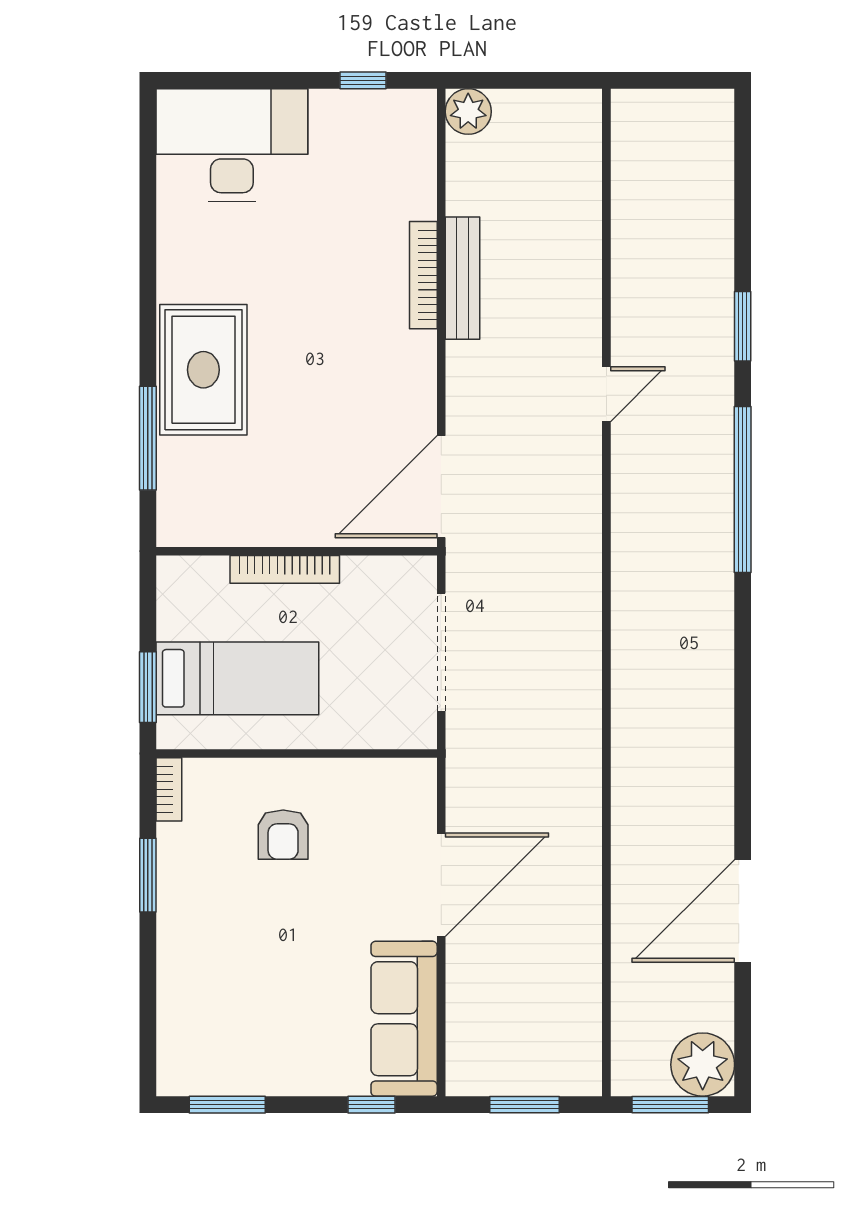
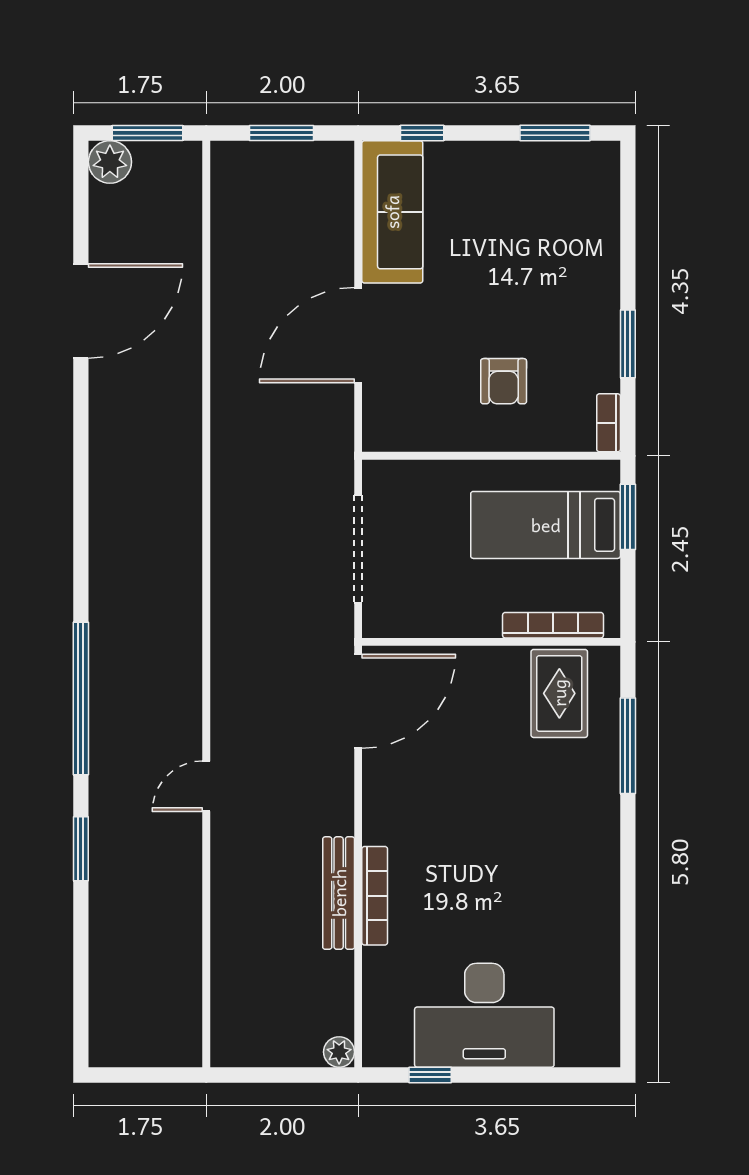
plant: (468, 112) -> (339, 1052), width x0.73, depth x0.73
desk: (232, 145) -> (484, 1015), moved
rug: (203, 370) -> (559, 693), moved, width x0.73, depth x0.70
bookcase: (285, 569) -> (553, 625), moved
armchair: (283, 835) -> (504, 381), turned 180
plant: (703, 1065) -> (110, 162), width x0.73, depth x0.73

